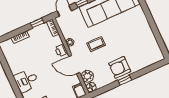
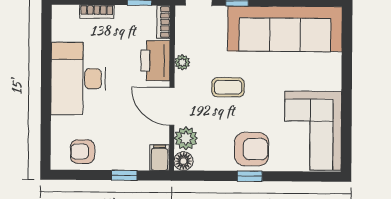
corner sofa: (144, 46) -> (313, 131), added
printer: (61, 51) -> (155, 61), width x1.87, depth x1.48
armchair: (120, 67) -> (252, 149), turned 180
desk: (26, 81) -> (78, 79), width x1.87, depth x1.30

